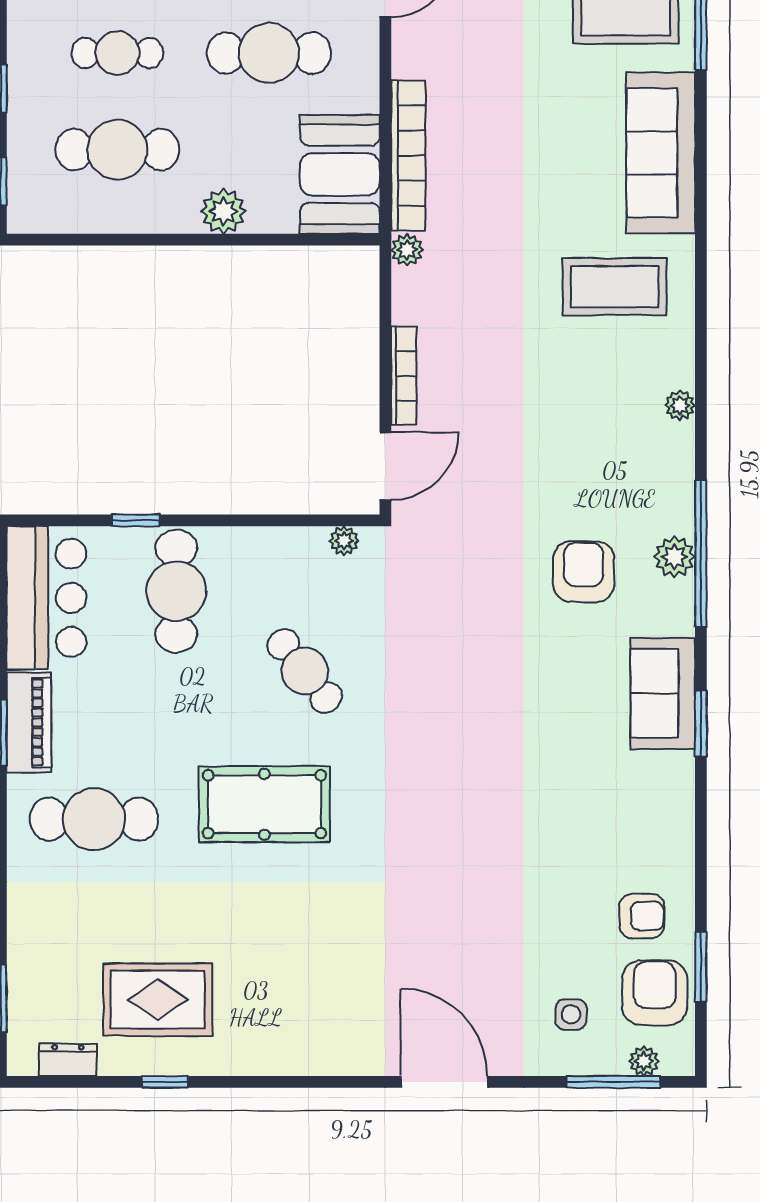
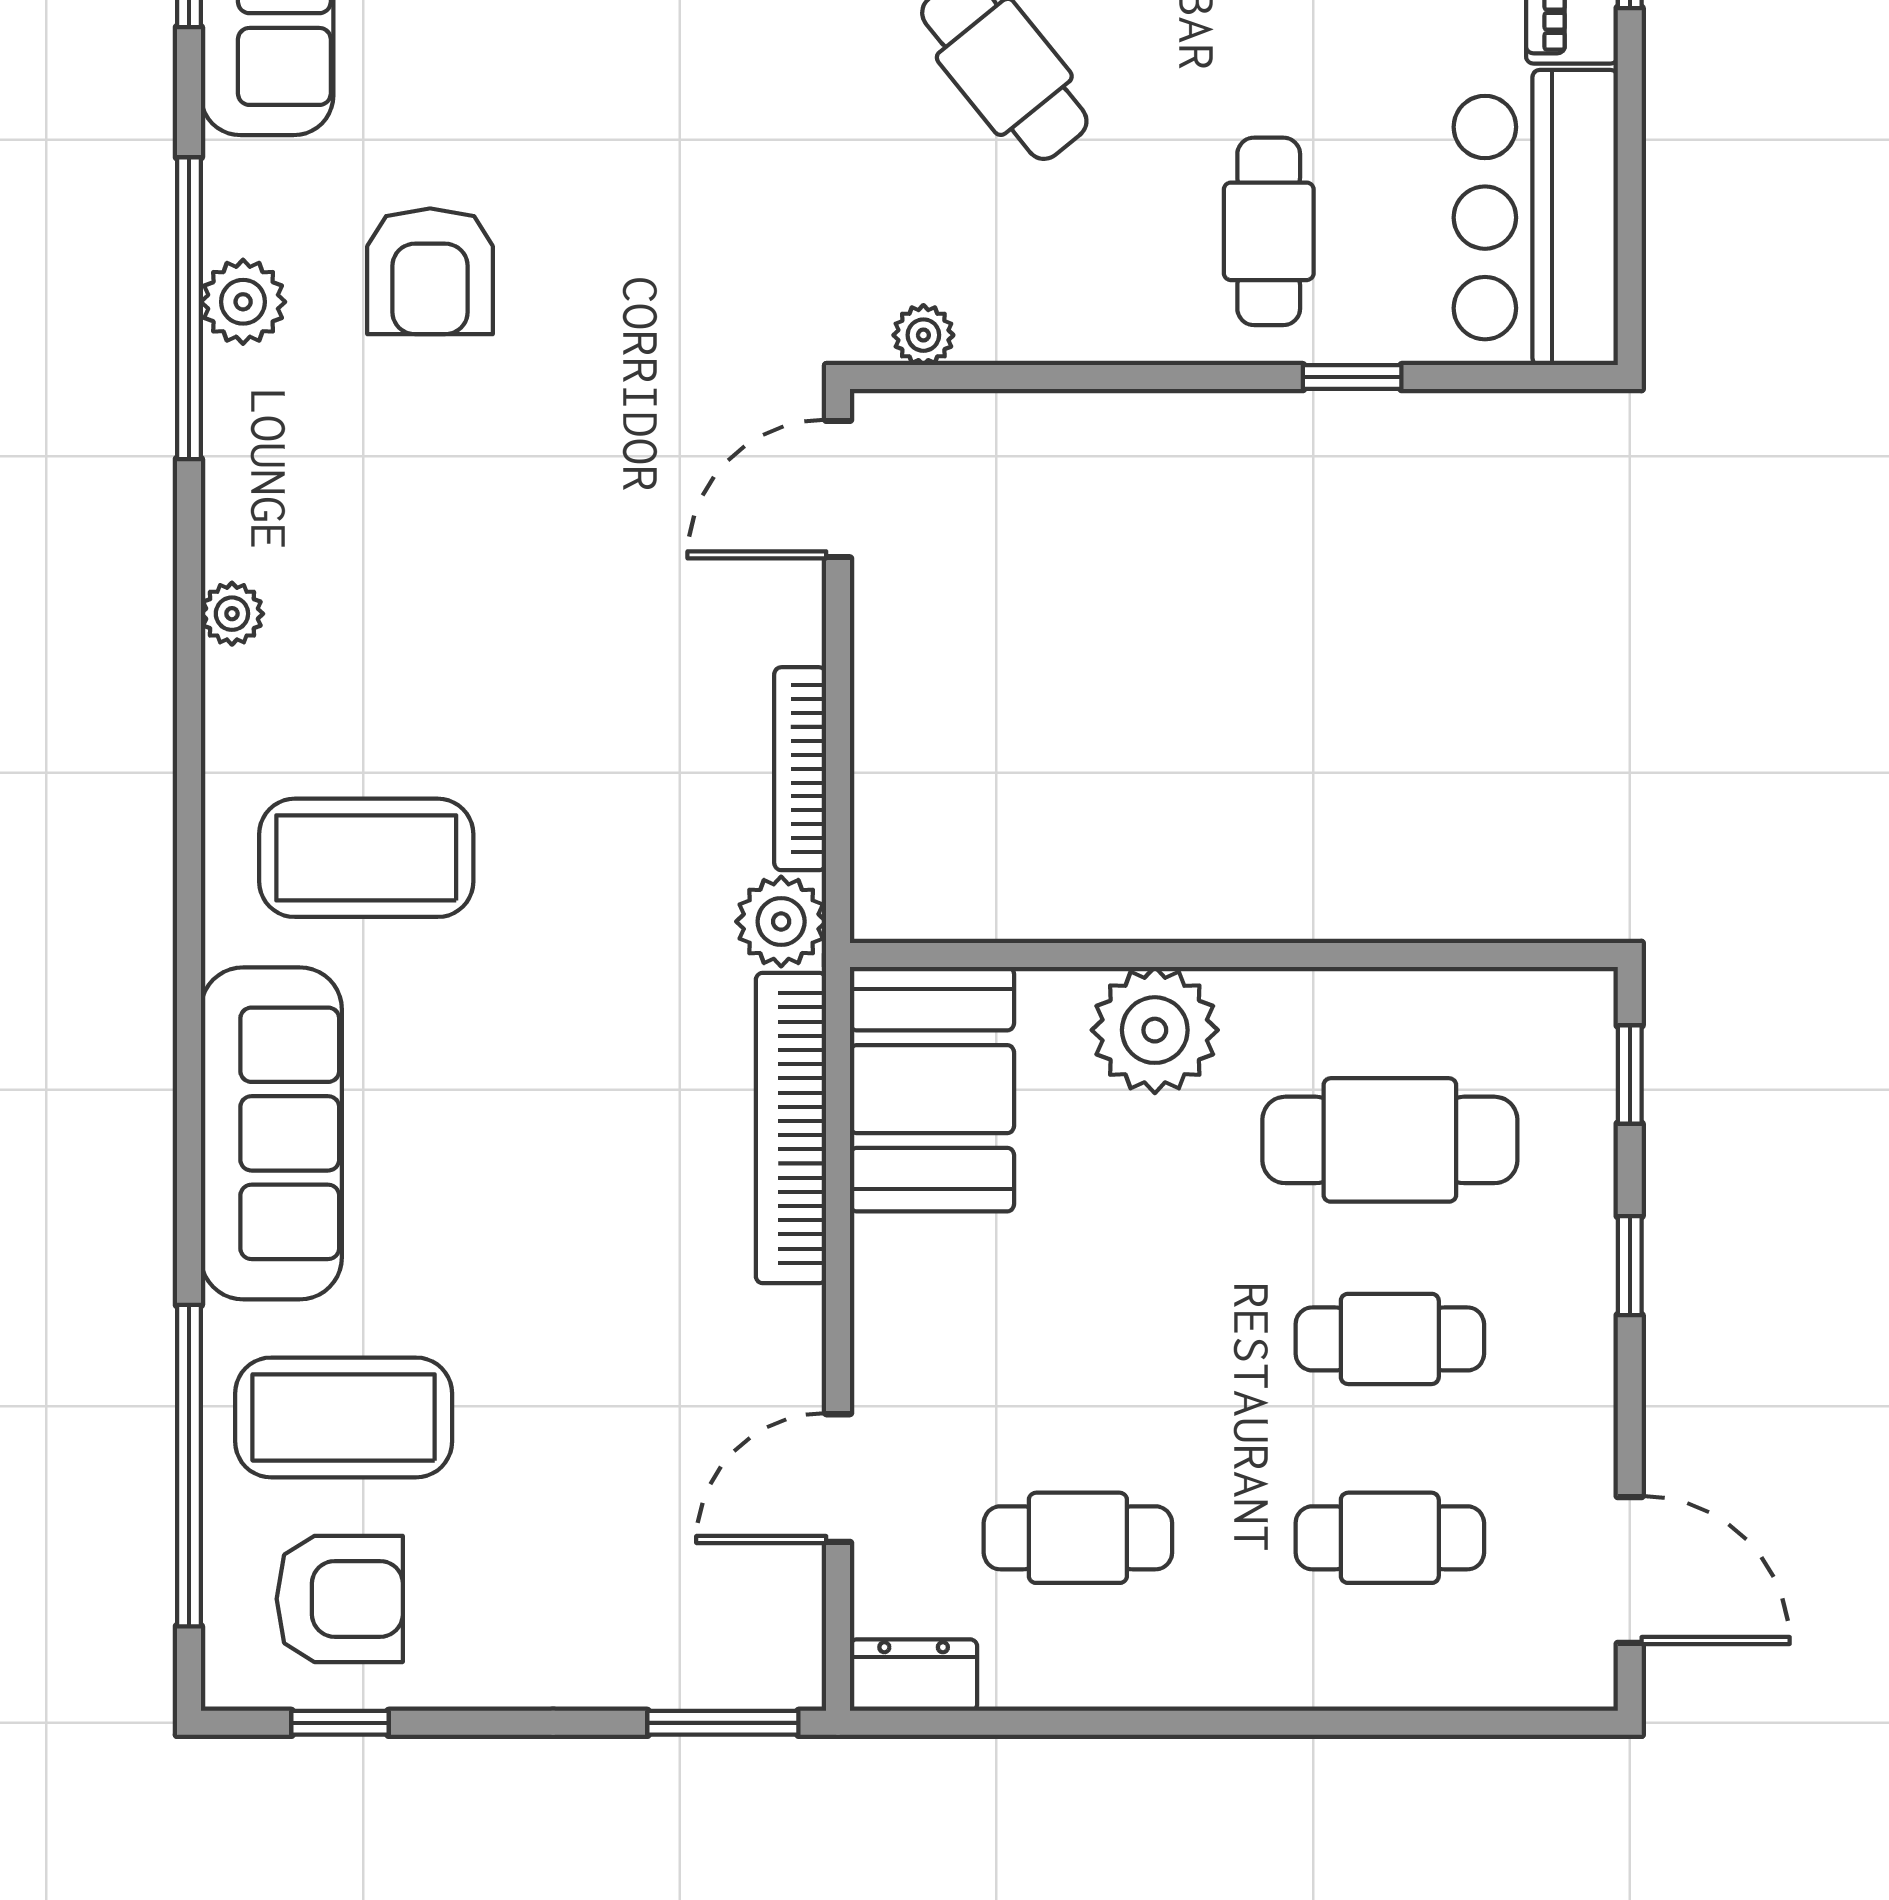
cafe table: (269, 53) -> (1078, 1339), removed
plant: (223, 211) -> (1155, 1030), width x1.36, depth x1.36
plant: (407, 250) -> (781, 922), width x1.38, depth x1.38
bookcase: (404, 376) -> (800, 769), moved
cafe table: (176, 591) -> (1269, 231), width x0.73, depth x0.74

